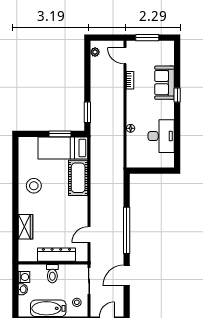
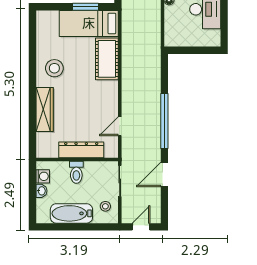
wardrobe: (26, 227) -> (45, 109), width x1.50

